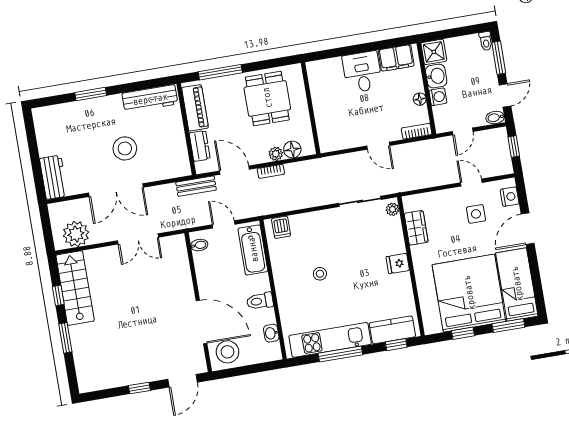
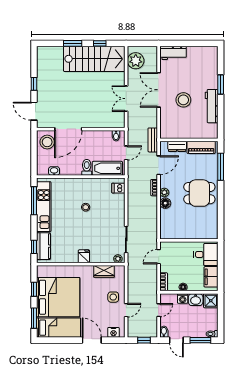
workbench: (150, 99) -> (212, 106), moved
wall: (311, 108) -> (189, 240), moved
door: (463, 131) -> (159, 310), swing flipped
side table: (476, 214) -> (113, 297), moved
stairs: (75, 288) -> (94, 59), width x1.36, depth x1.51
toilet: (260, 301) -> (87, 167), moved
window: (340, 354) -> (34, 201), moved

